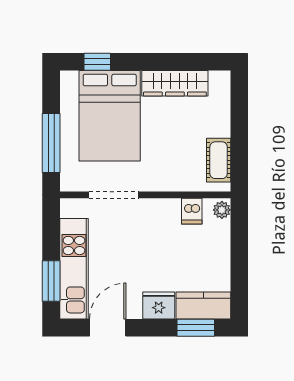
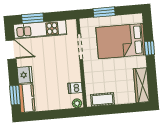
window: (97, 62) -> (149, 48), moved
wardrobe: (175, 83) -> (141, 85), moved
window: (51, 143) -> (104, 12), width x0.69

